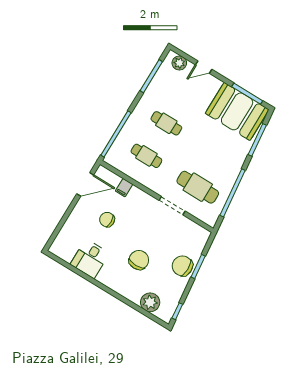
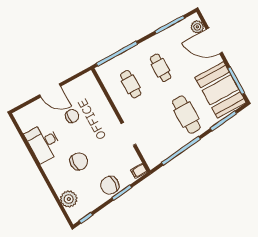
door: (204, 67) -> (214, 41), width x1.87
door: (85, 184) -> (50, 90), moved
cafe table: (198, 187) -> (186, 115), moved
filing cabinet: (124, 188) -> (139, 171), moved
chair: (107, 220) -> (72, 116), turned 90
desk: (90, 259) -> (44, 143), width x1.37
chair: (182, 266) -> (110, 185), turned -90

